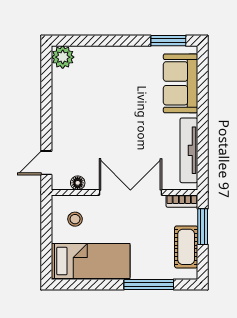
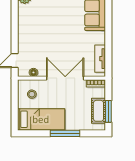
tv unit: (189, 150) -> (100, 59), width x0.71
window: (203, 227) -> (108, 111), moved
window: (149, 284) -> (65, 133), moved

